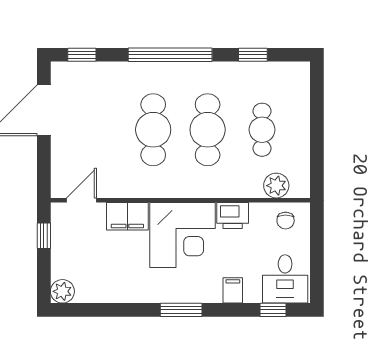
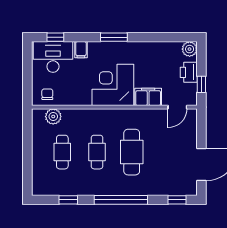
cafe table: (208, 130) -> (97, 152), width x0.73, depth x0.74
printer: (233, 216) -> (189, 72), moved, turned -90
desk: (285, 279) -> (53, 57), width x1.37

